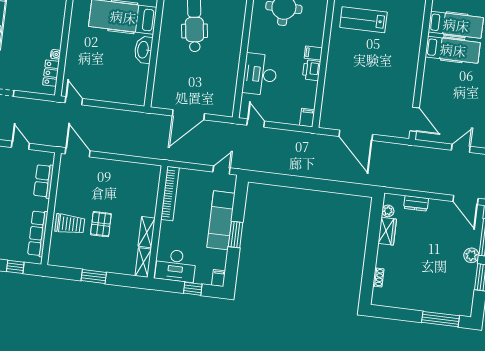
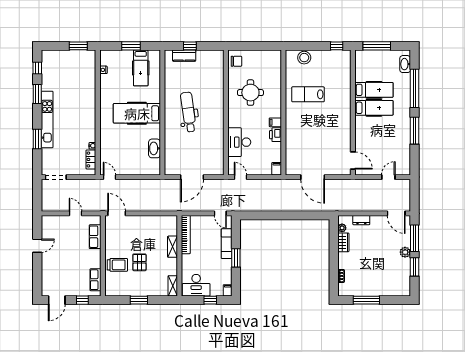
washbasin: (143, 50) -> (154, 148), moved
door: (221, 170) -> (220, 213), swing flipped
exam couch: (221, 220) -> (227, 244), width x0.73, depth x0.69
shelving: (147, 232) -> (173, 247), moved
row of seats: (38, 233) -> (95, 280), width x0.68
window: (440, 319) -> (366, 300), moved

